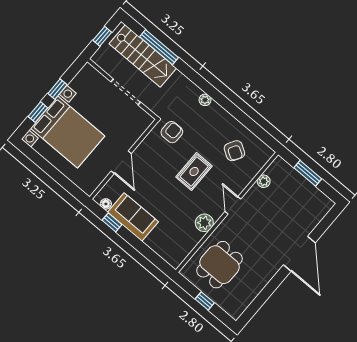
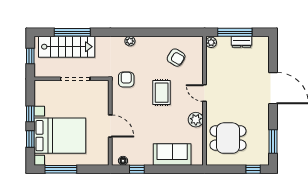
window: (43, 163) -> (61, 169), added
window: (308, 173) -> (235, 32), width x1.44
plant: (264, 181) -> (211, 42), moved
dresser: (307, 187) -> (242, 42), added
sofa: (133, 217) -> (172, 154), moved
dining table: (220, 265) -> (228, 138), turned 90
window: (205, 301) -> (253, 169), moved
window: (258, 303) -> (273, 142), added

